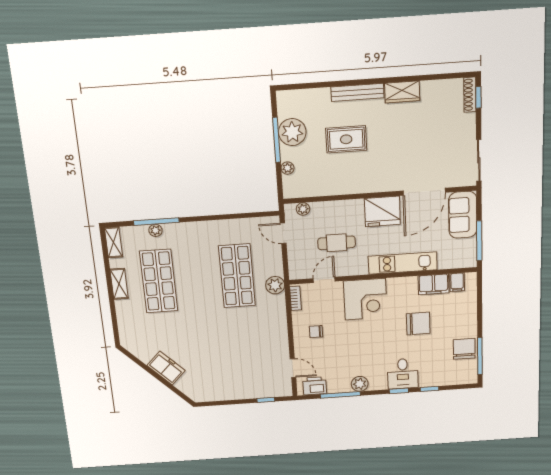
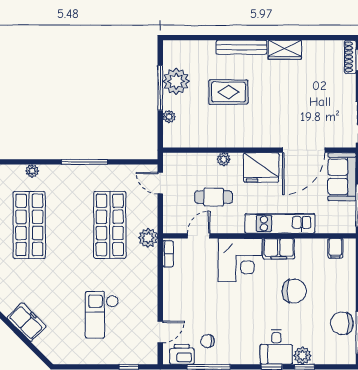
plant: (303, 209) -> (224, 159), moved
window: (156, 222) -> (84, 162), moved
filing cabinet: (433, 284) -> (279, 249), moved
chair: (316, 332) -> (208, 341), moved
chair: (464, 349) -> (342, 323), turned -90
checkout: (237, 357) -> (102, 315), added
door: (293, 368) -> (160, 332), hinge flipped
plant: (360, 384) -> (302, 355), moved

